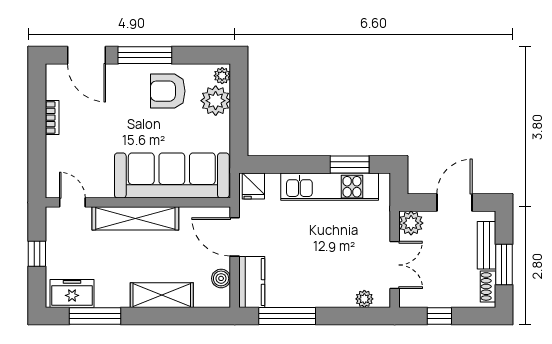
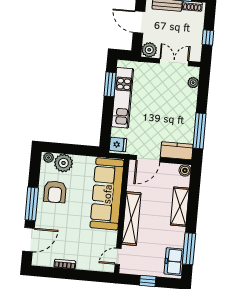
boiler: (221, 278) -> (185, 170), moved

